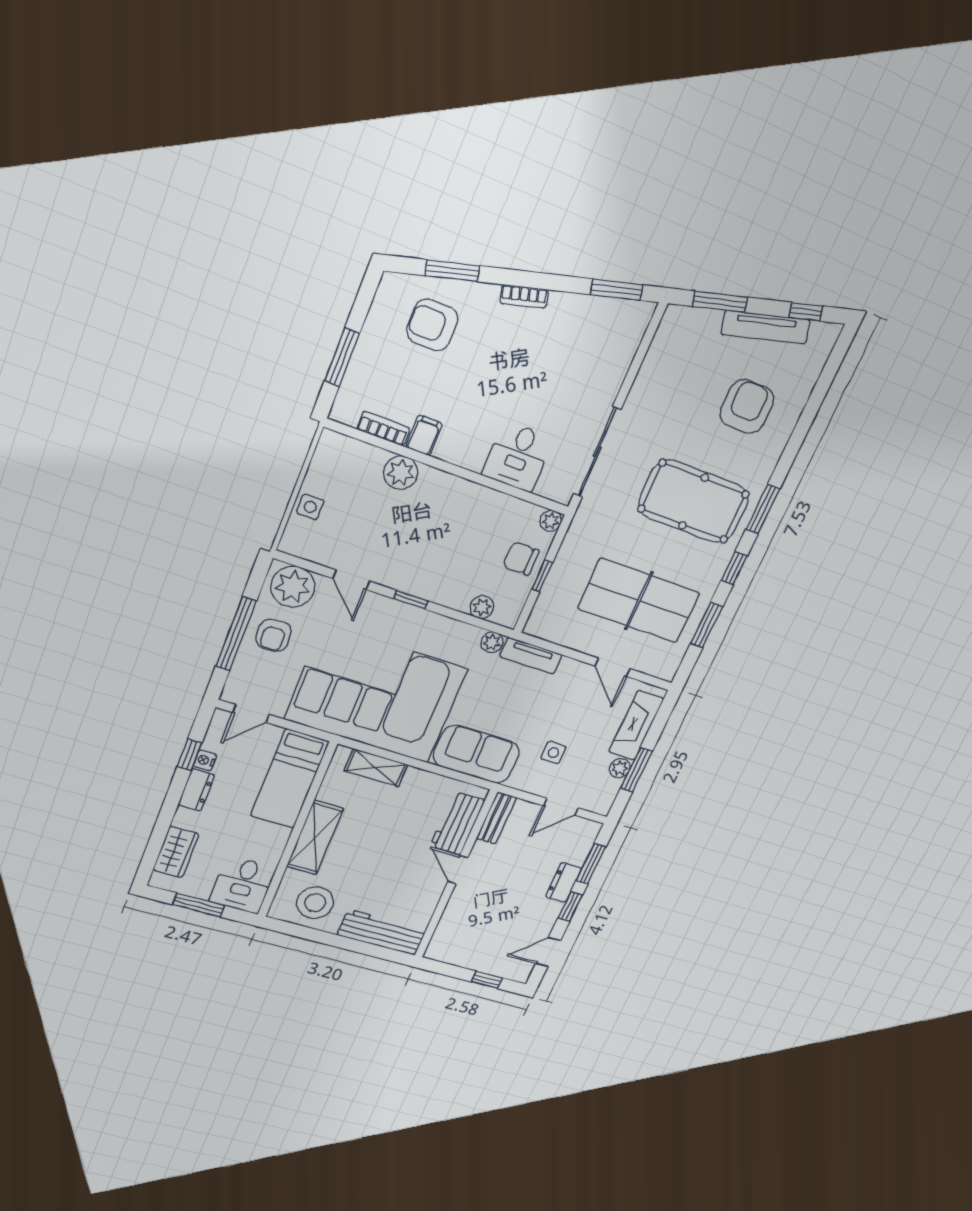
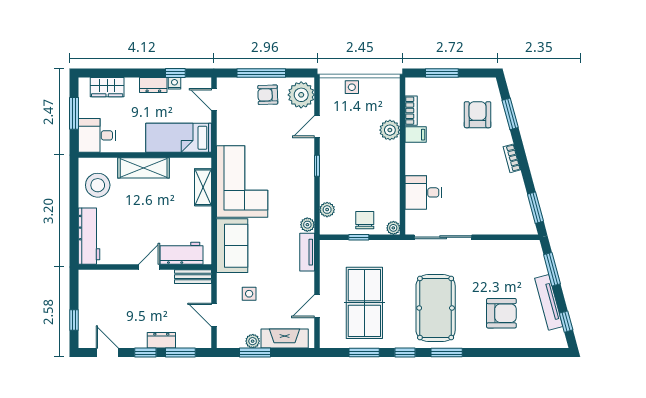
corner sofa: (376, 694) -> (242, 182), width x0.73, depth x0.74

